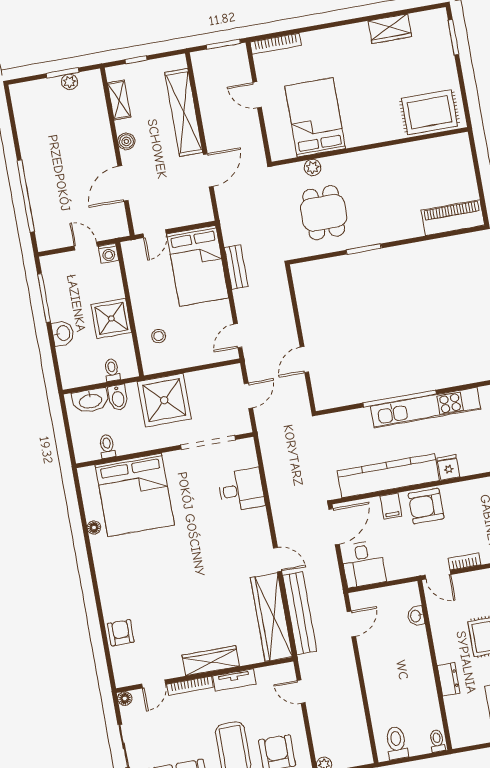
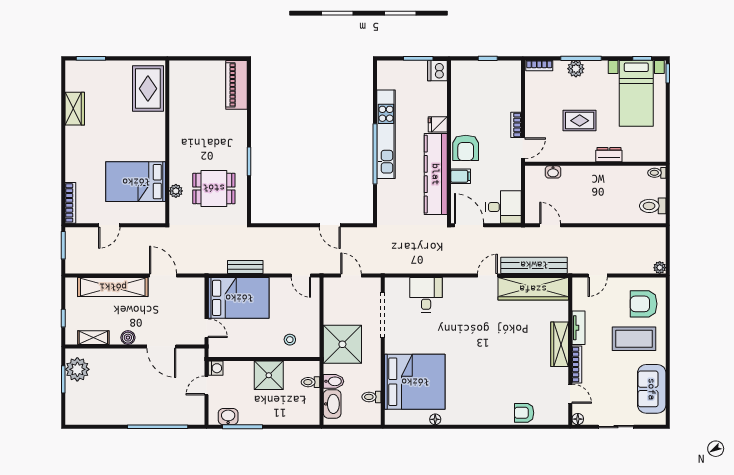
plant: (70, 82) -> (77, 369), width x1.87, depth x1.87
washbasin: (63, 333) -> (228, 417), moved

